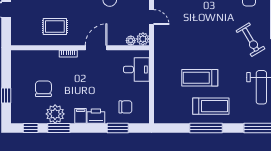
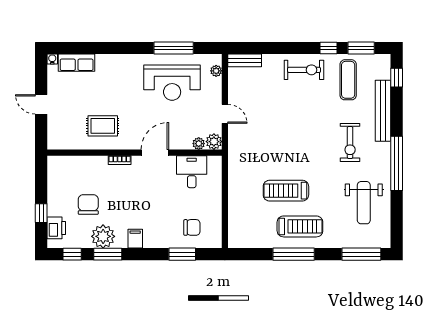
exercise bike: (250, 40) -> (350, 142), turned 31
desk: (136, 69) -> (192, 172), moved, turned -90
printer: (96, 116) -> (56, 228), moved, turned 90

